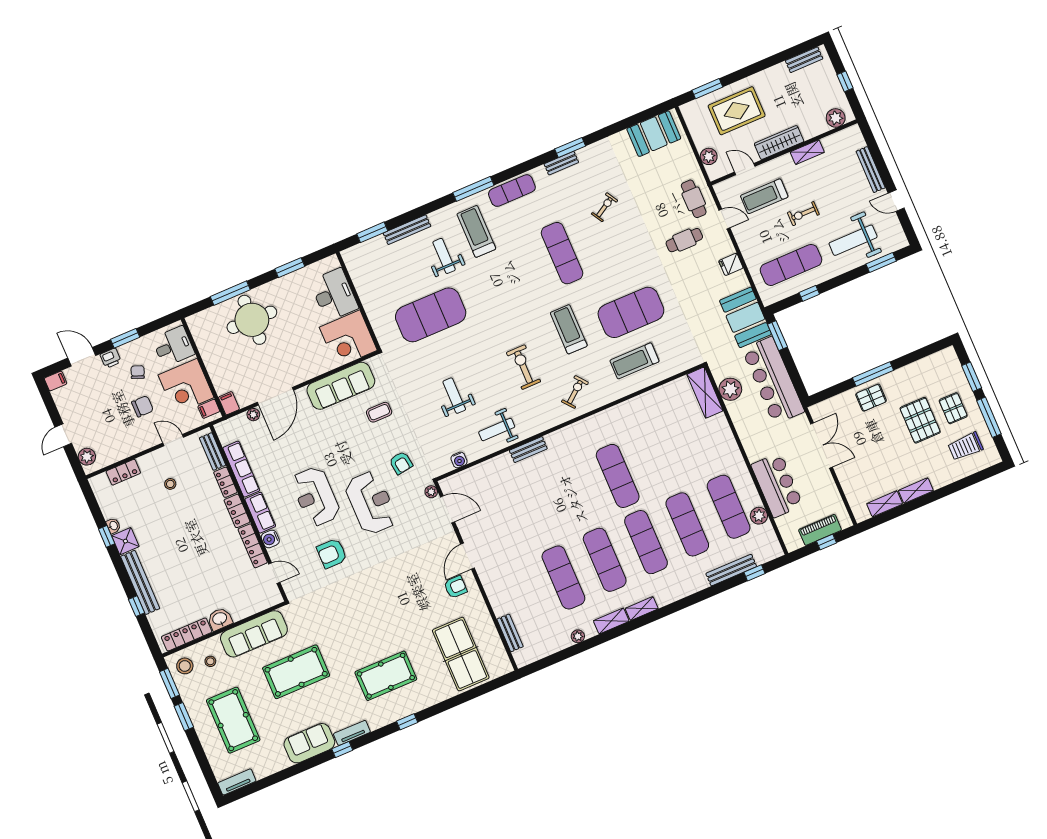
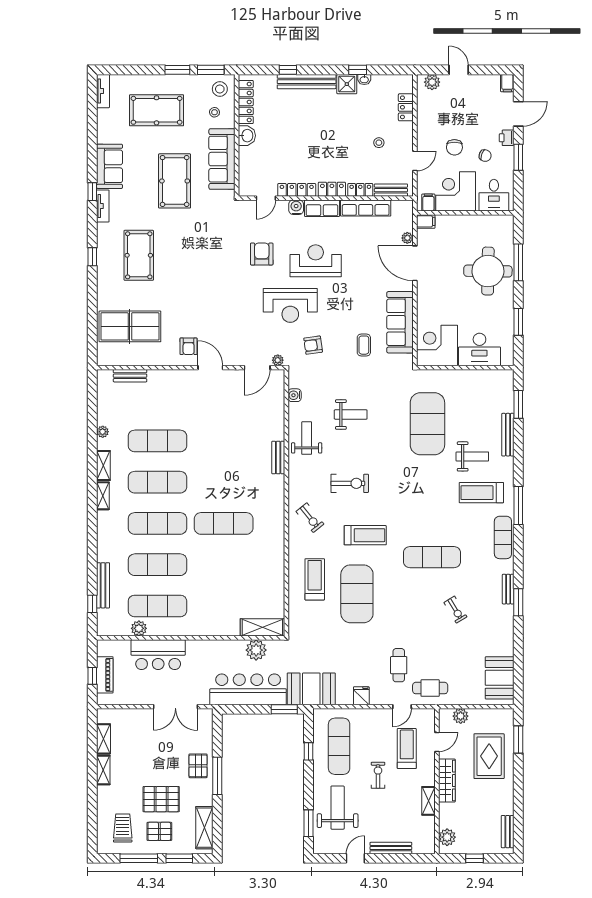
treadmill: (476, 231) -> (481, 493), turned 180
shelving: (930, 365) -> (204, 828), added

